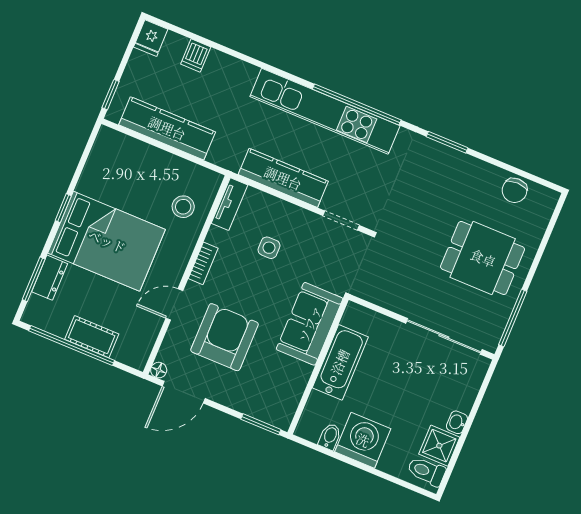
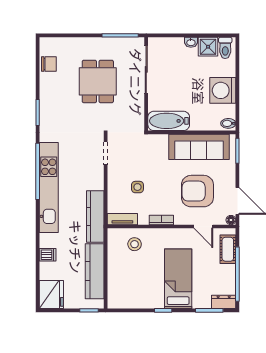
fridge: (151, 38) -> (51, 295), width x1.88, depth x1.34
dishwasher: (196, 56) -> (48, 255), moved
kitchen counter: (283, 178) -> (95, 216), moved
bed: (107, 241) -> (178, 279), width x0.67
dining table: (483, 258) -> (98, 81), moved
dresser: (50, 278) -> (224, 302), moved
door: (174, 304) -> (203, 227), moved
sofa: (310, 324) -> (199, 147), moved, width x1.36
cot: (92, 337) -> (228, 249), moved
bathtub: (340, 362) -> (169, 121), moved
bidet: (330, 437) -> (228, 123), moved

